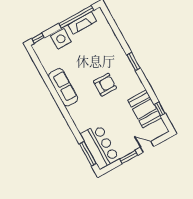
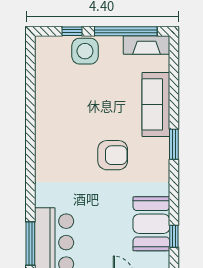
fireplace: (82, 23) -> (147, 45), moved
window: (38, 38) -> (72, 31), moved
sofa: (63, 87) -> (156, 104), moved, turned 180

